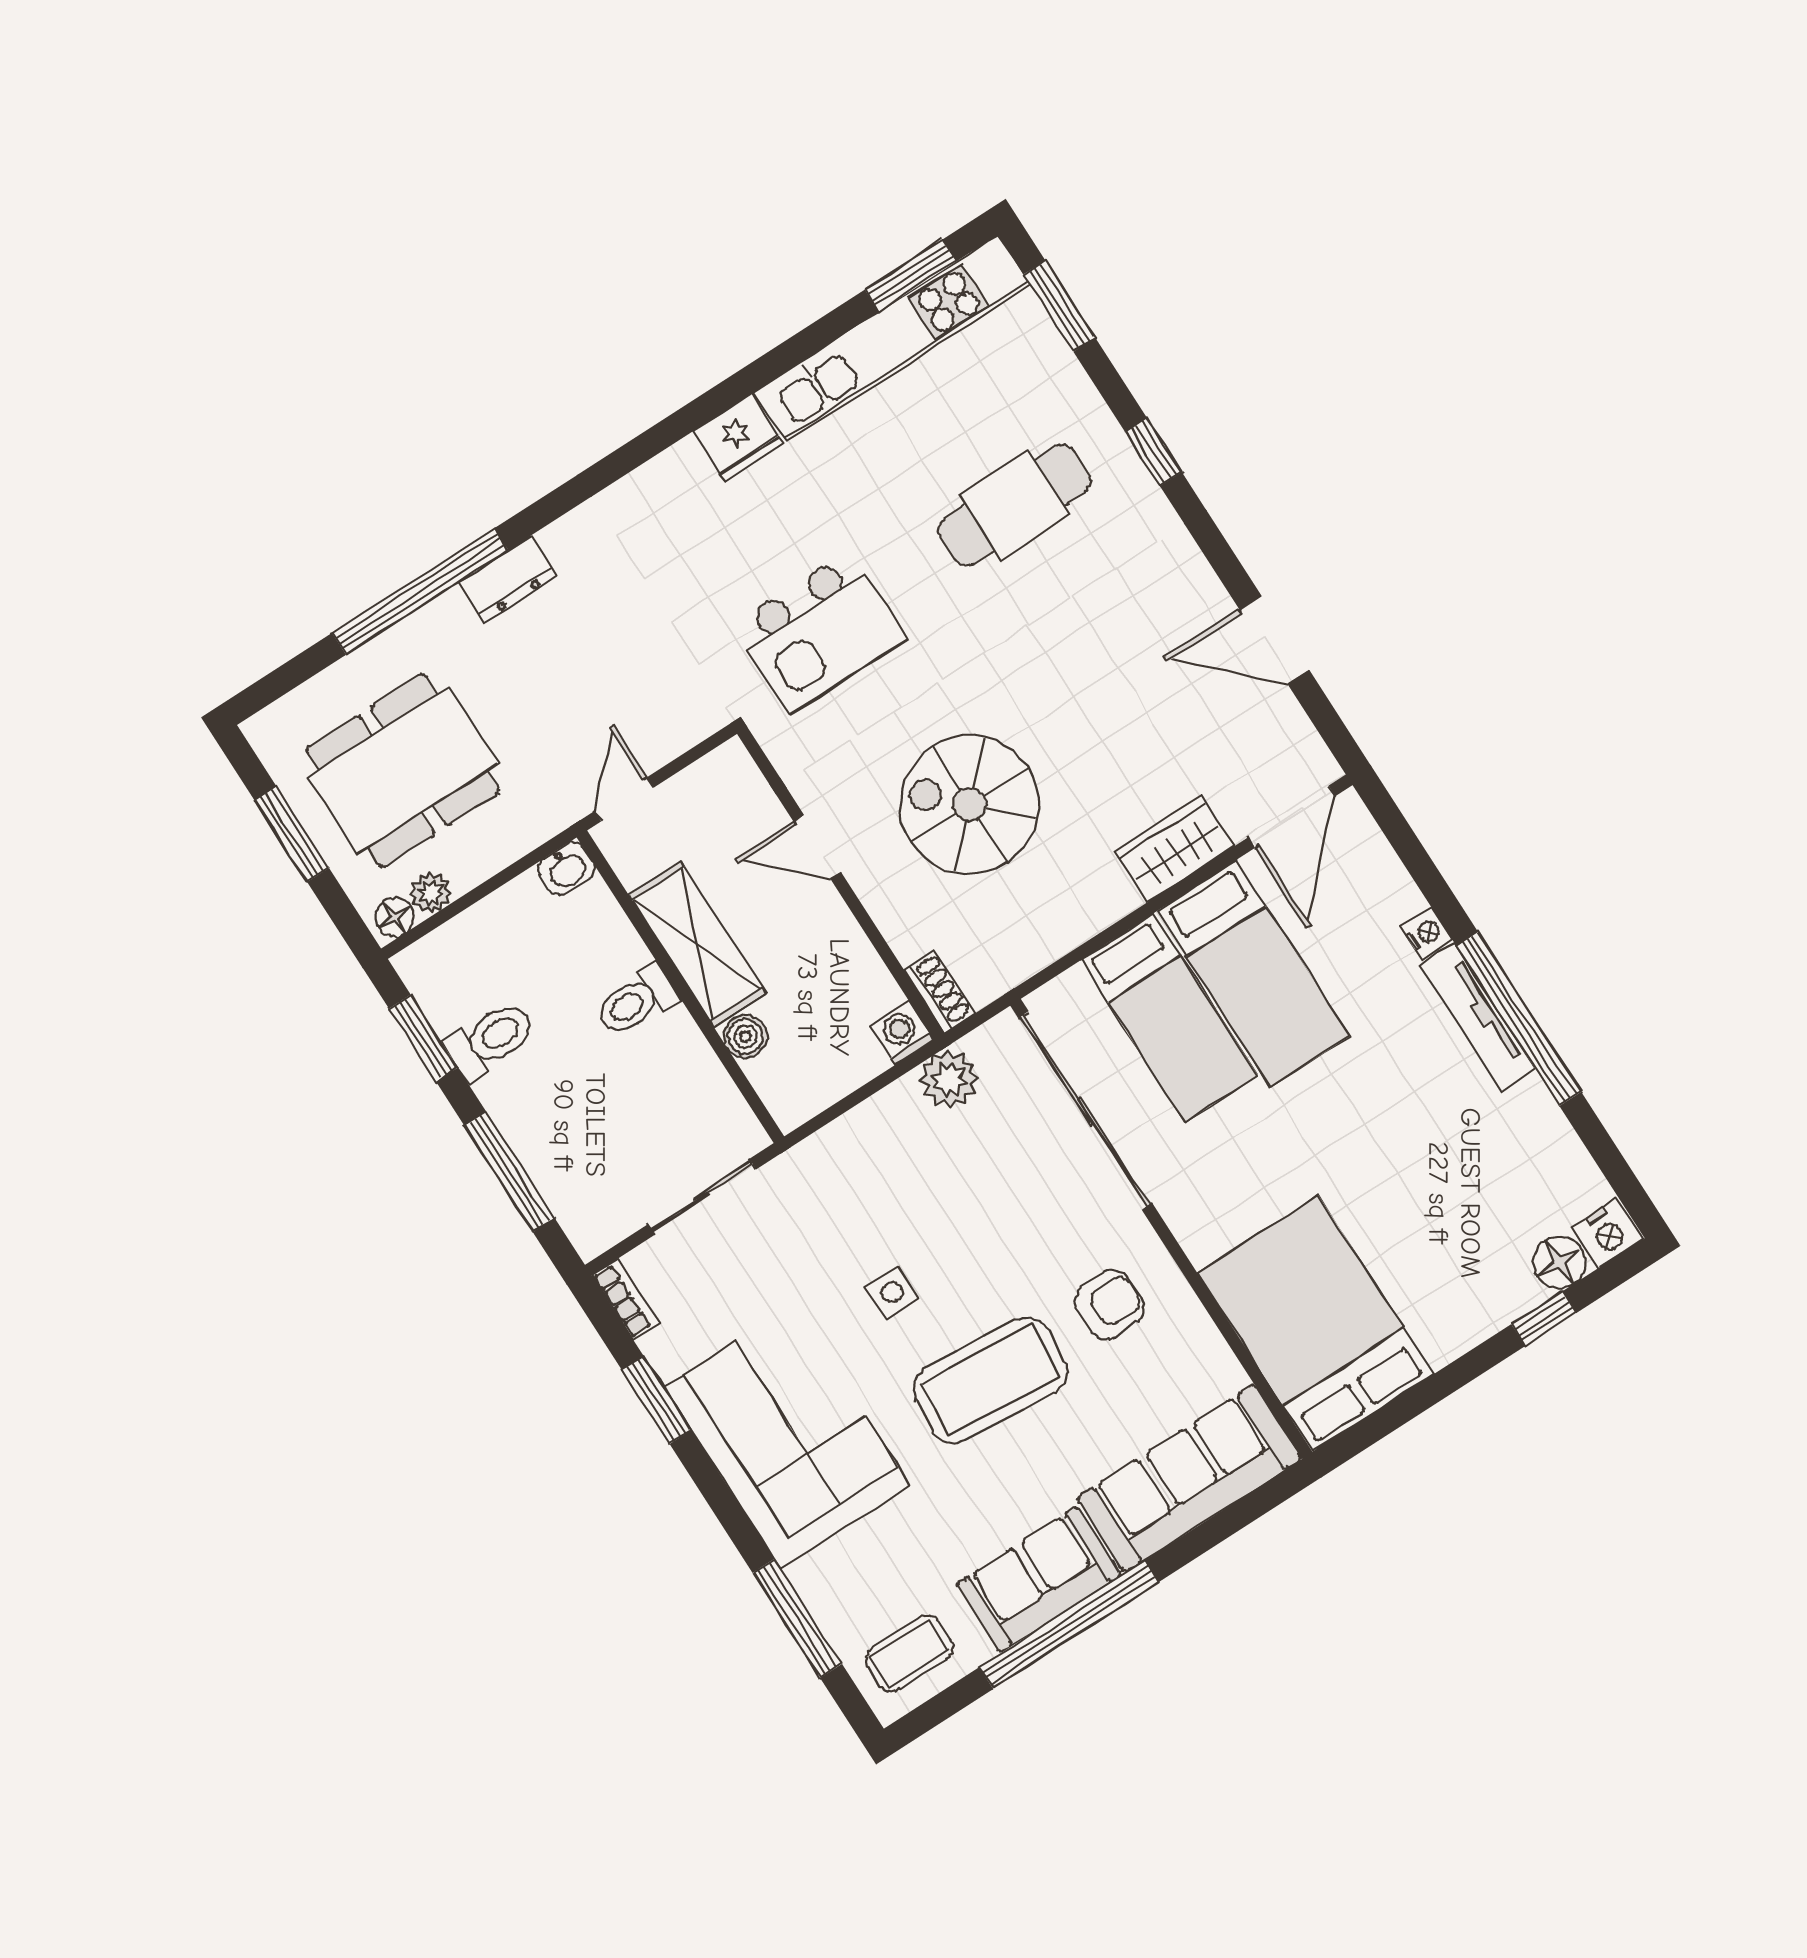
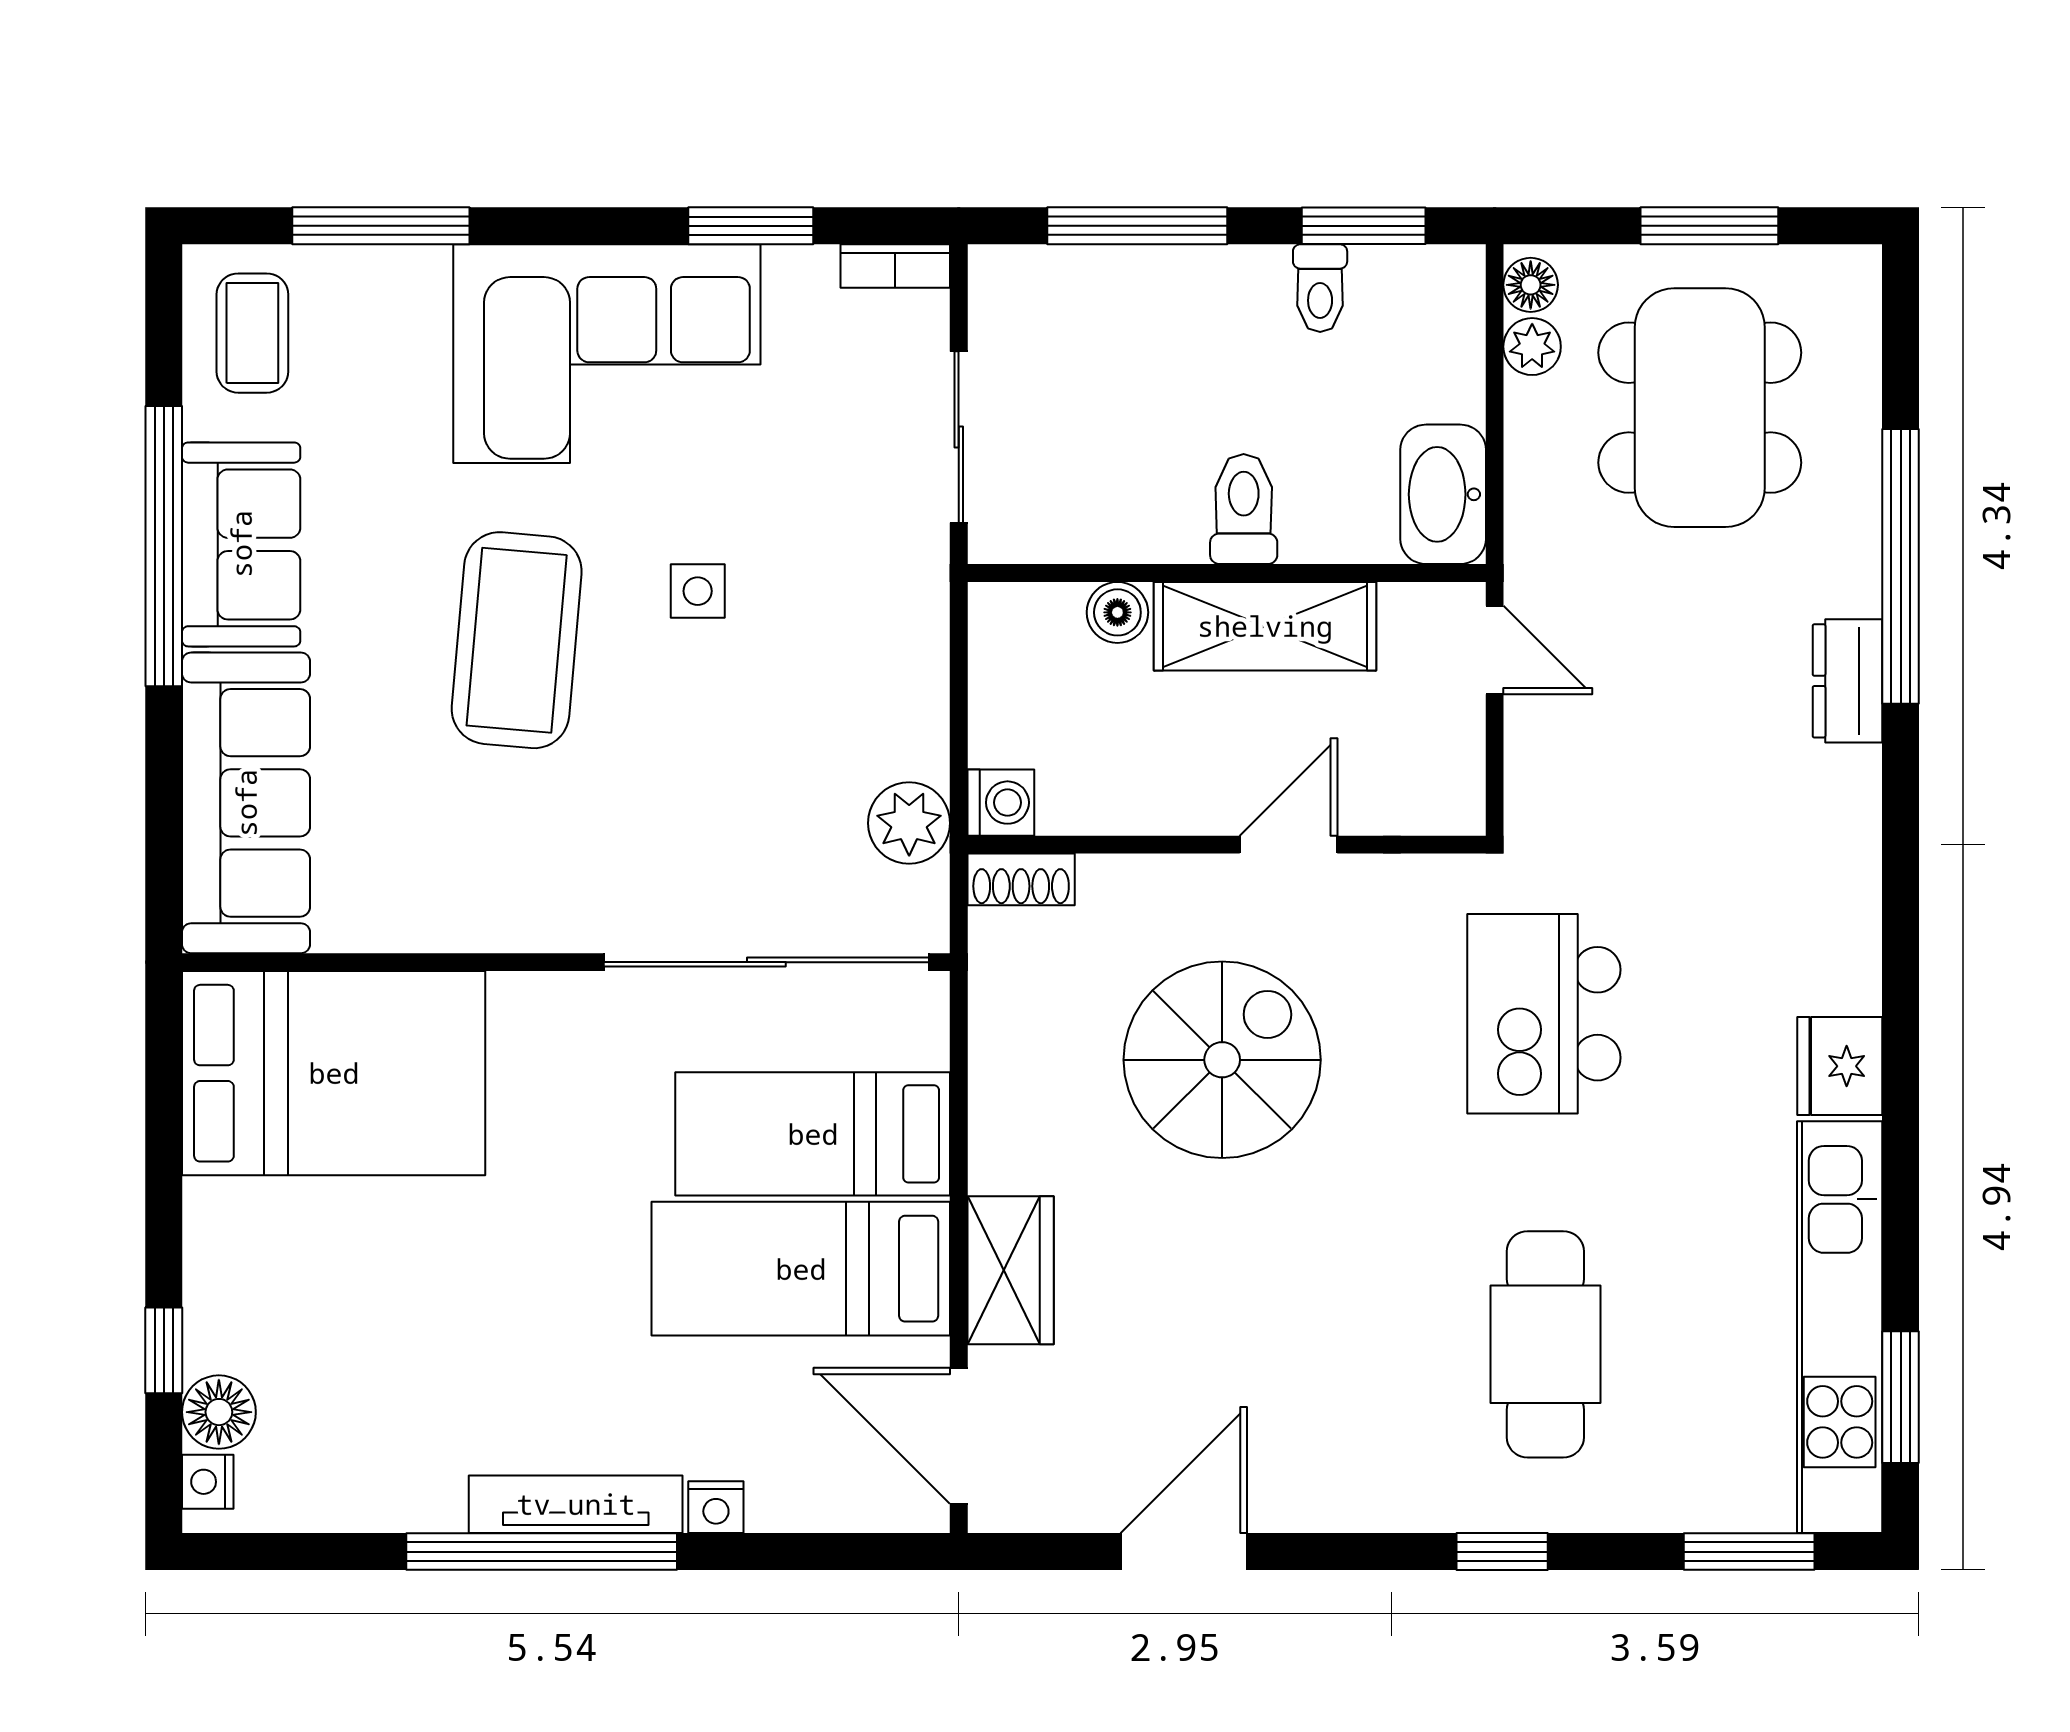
washbasin: (566, 869) -> (1443, 494), width x1.91, depth x1.45
toilet: (491, 1040) -> (1320, 288), width x0.73, depth x0.72
nightstand: (1607, 1233) -> (208, 1482), width x0.72, depth x0.74
armchair: (1109, 1305) -> (516, 841), removed

